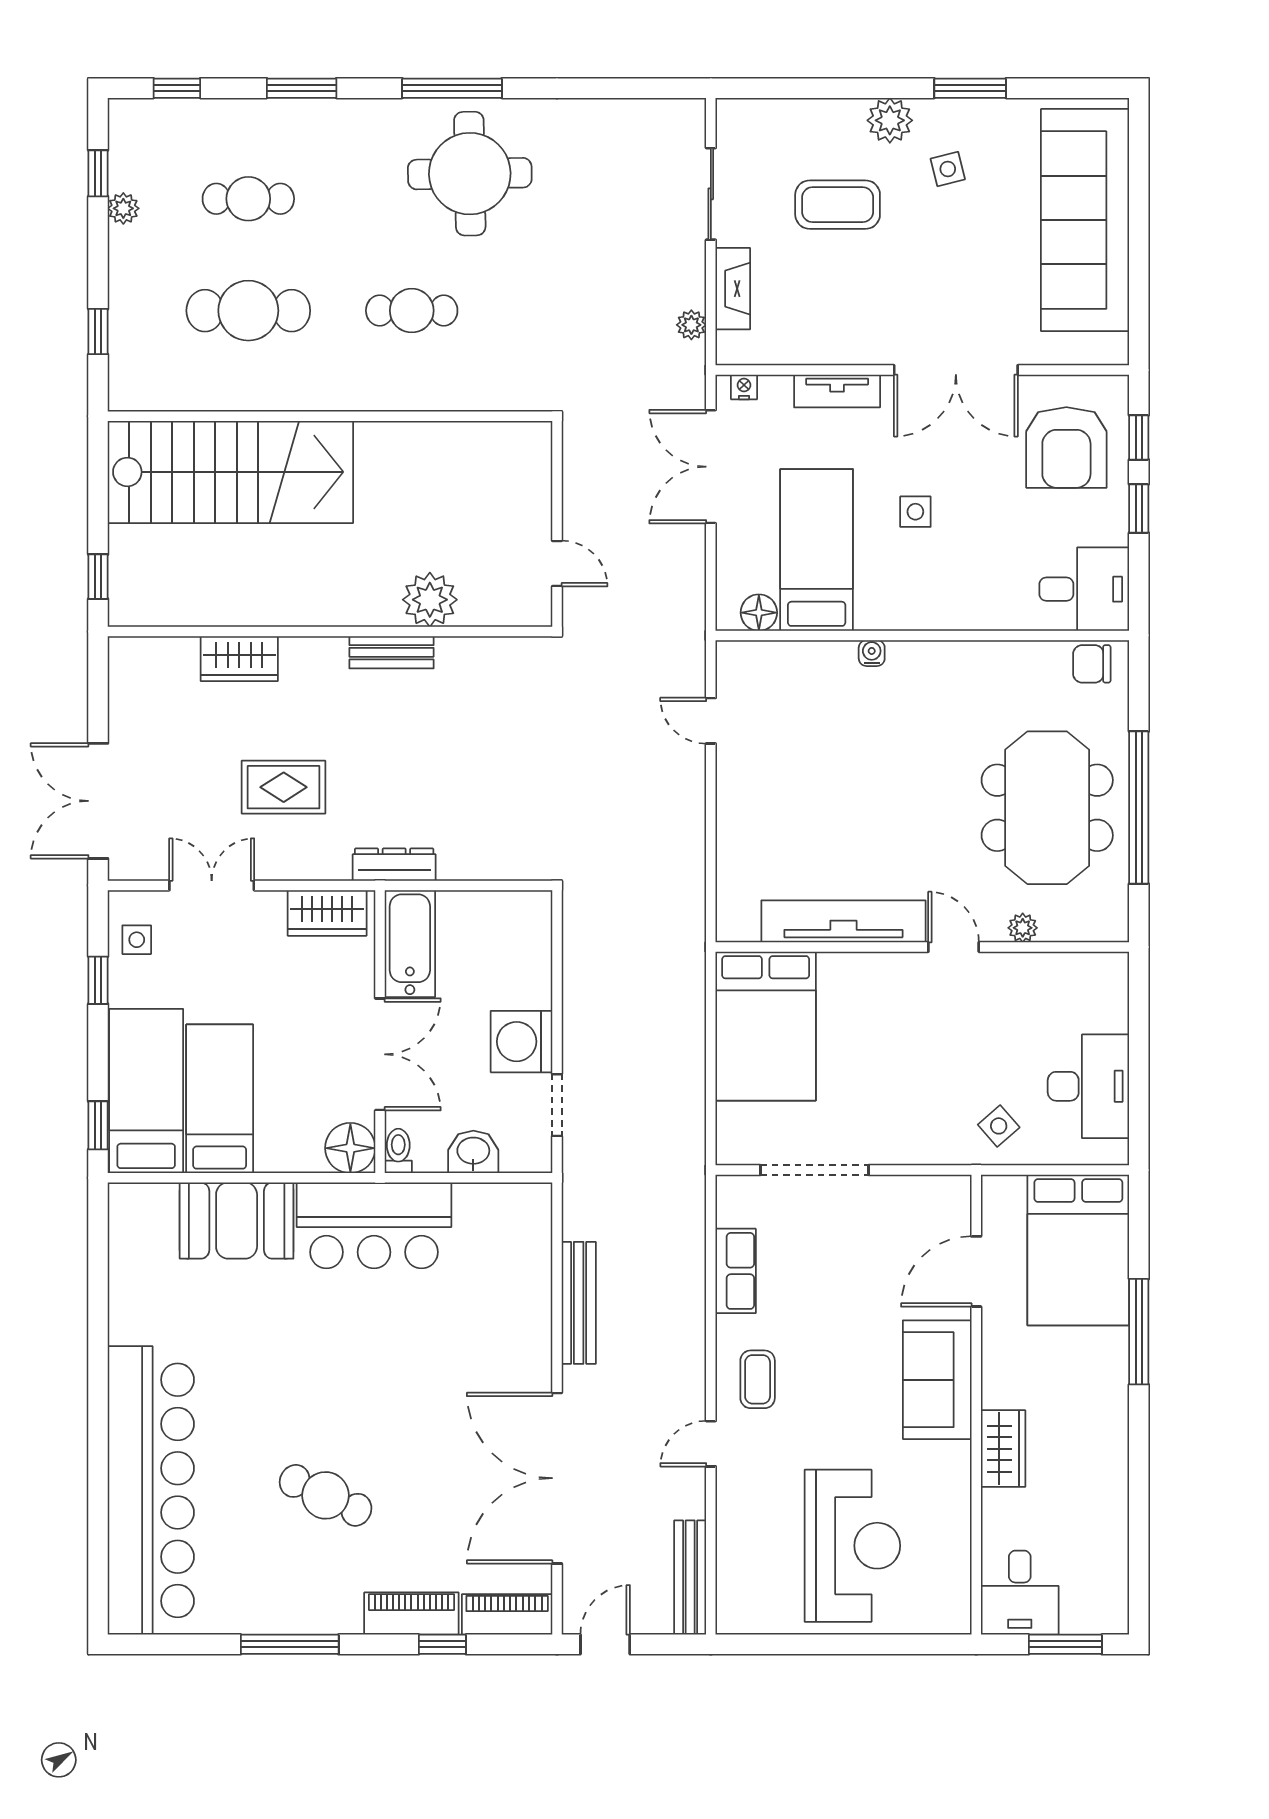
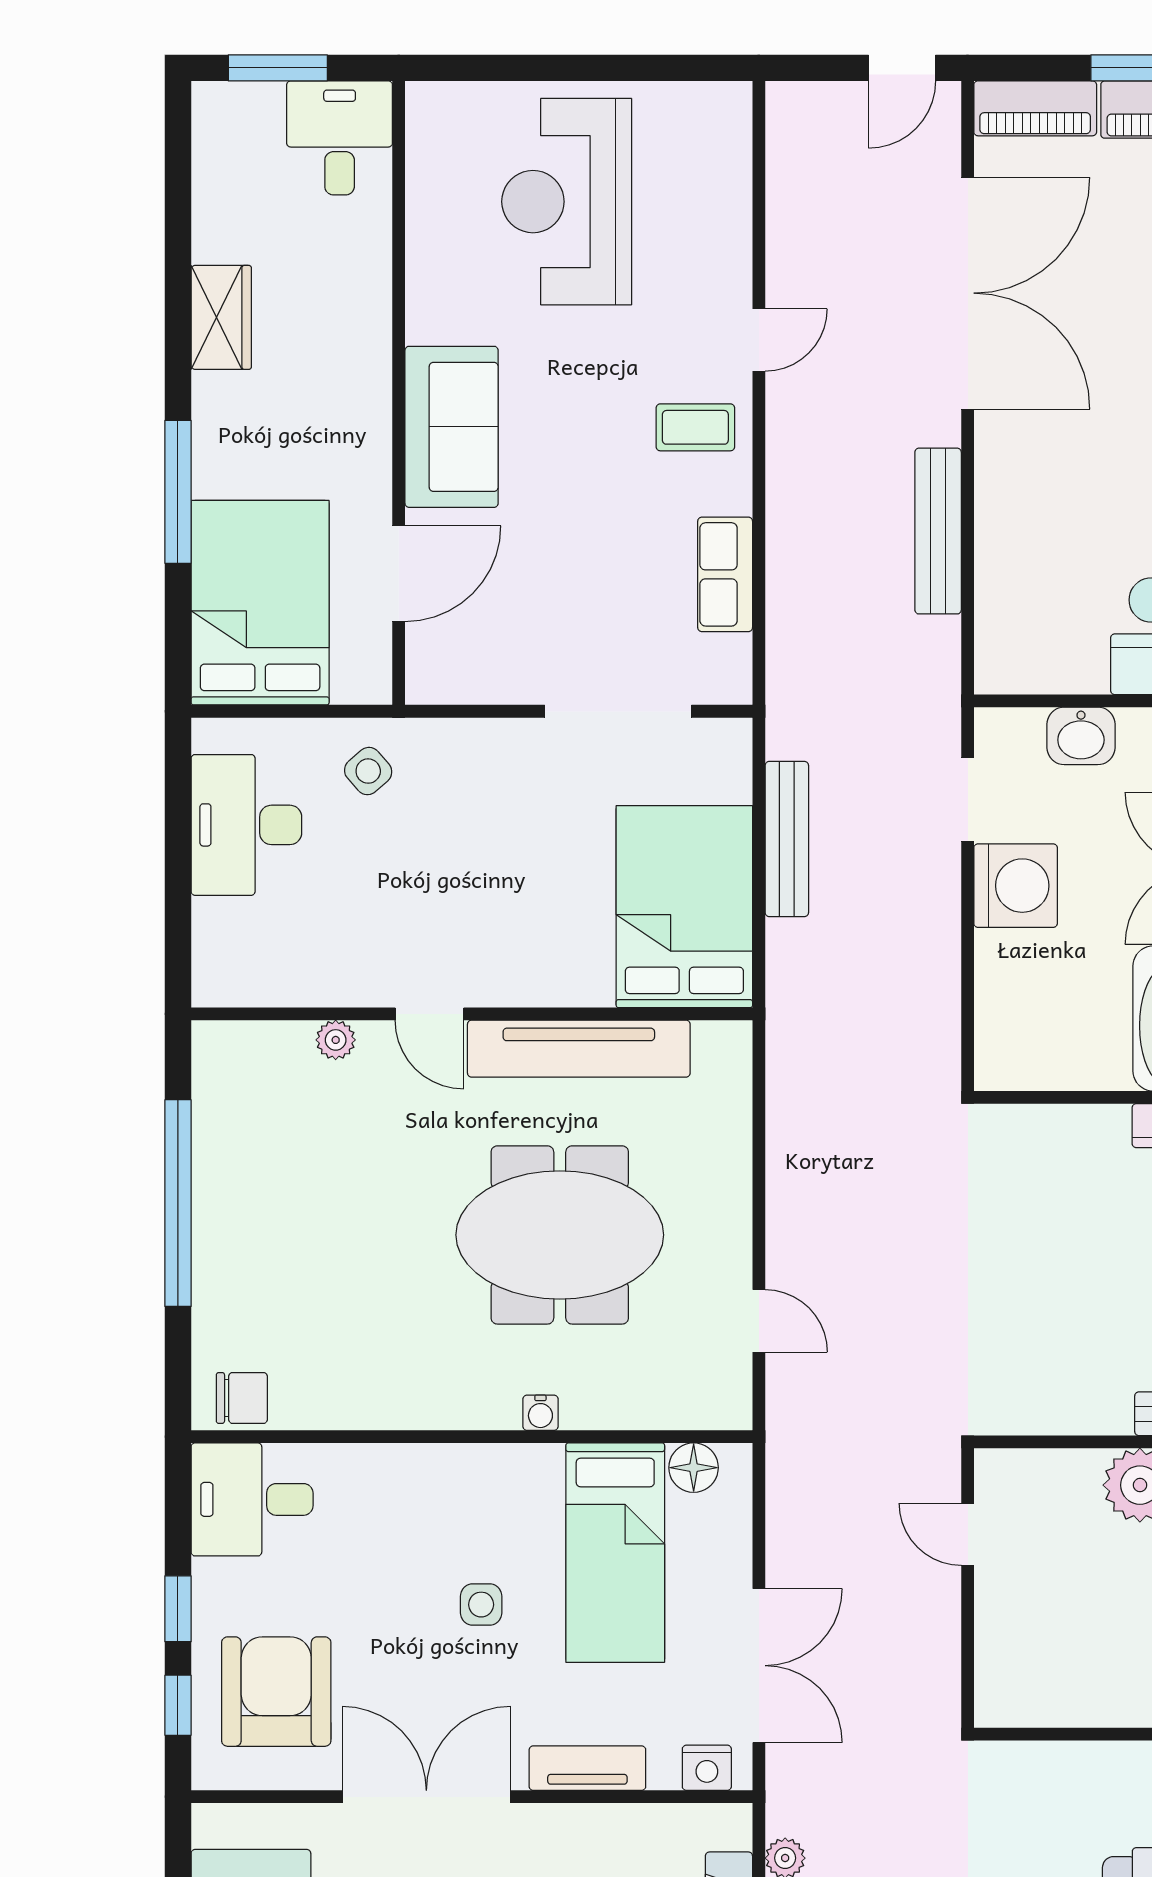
nightstand: (744, 387) -> (707, 1768), width x1.39, depth x1.35
meeting table: (1047, 808) -> (560, 1235), moved, turned 90
coffee table: (758, 1379) -> (695, 427), turned 90
wardrobe: (1003, 1449) -> (221, 317), moved, turned 180
bench: (690, 1577) -> (787, 839), moved

